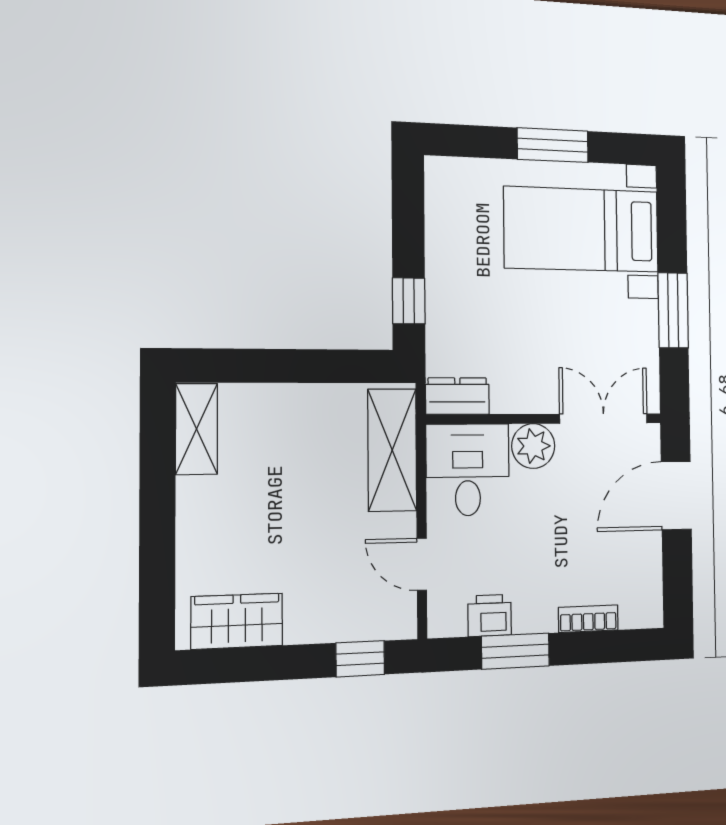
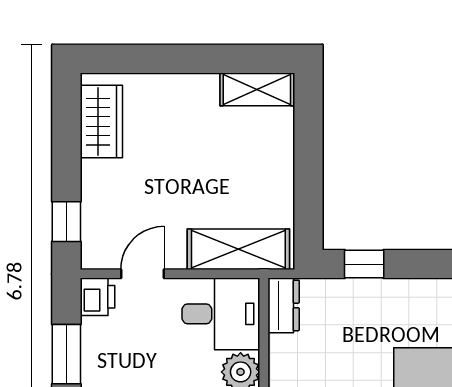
printer: (490, 615) -> (97, 297), moved

